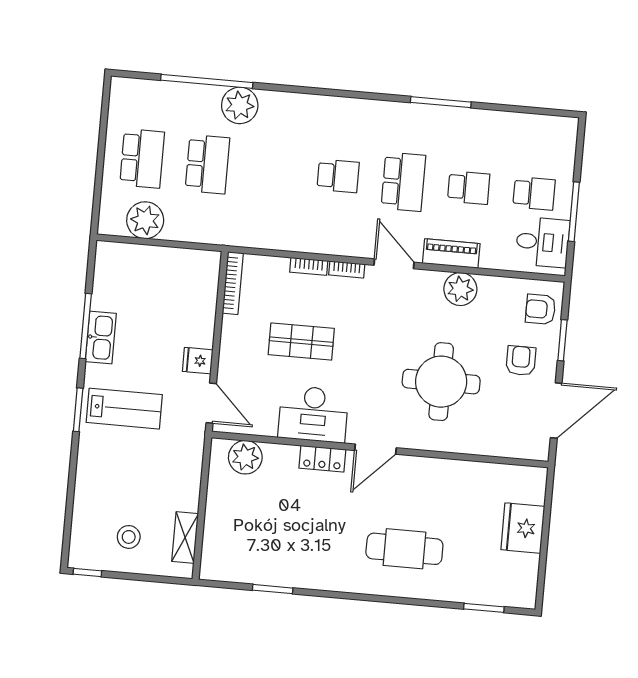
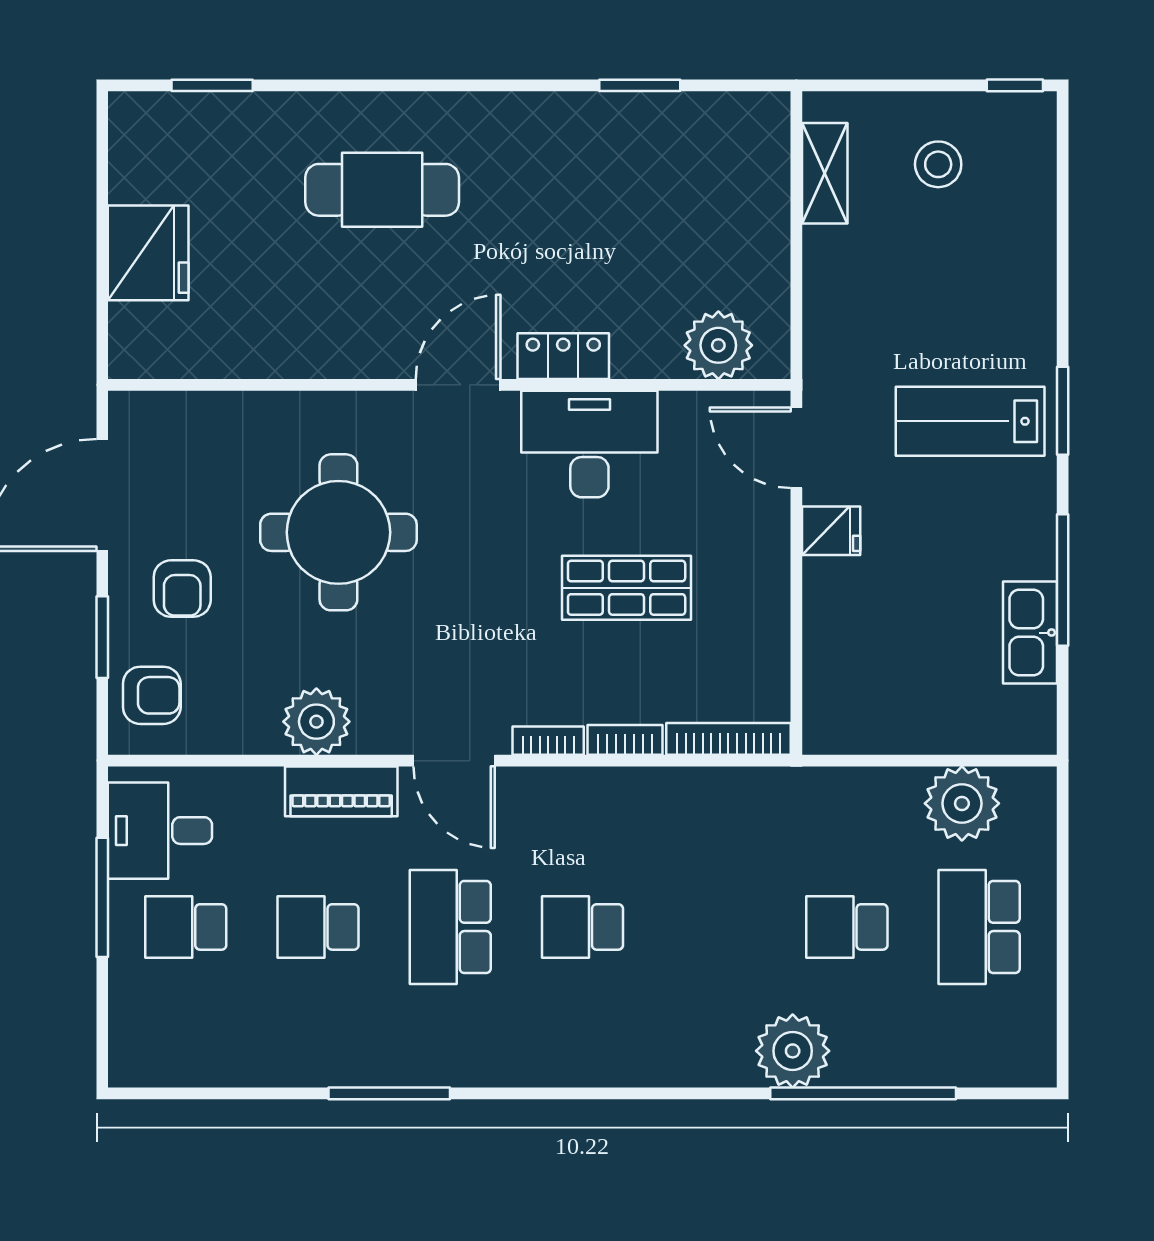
school desk: (207, 164) -> (847, 927), width x0.54
bookcase: (233, 283) -> (728, 739), moved, turned 90
kitchen sink: (101, 337) -> (1030, 633), moved

